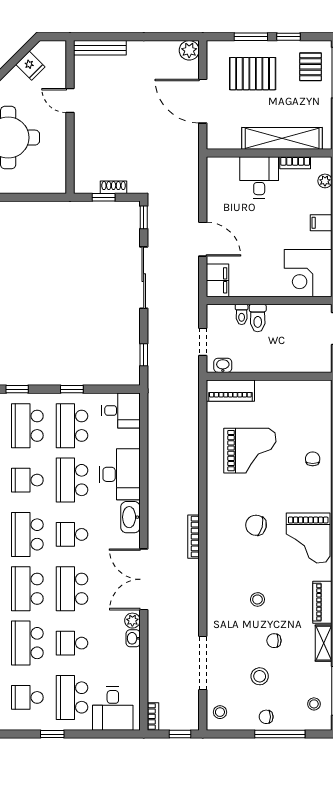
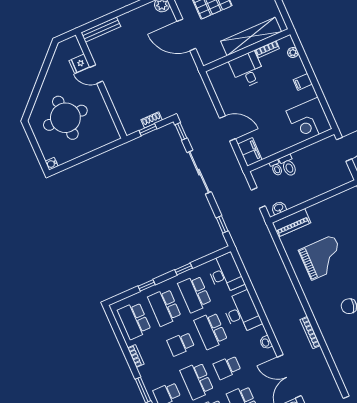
fridge: (30, 66) -> (79, 64), moved, turned 135
desk: (121, 410) -> (225, 273), width x1.37
washbasin: (130, 517) -> (266, 342), width x0.52, depth x0.69

